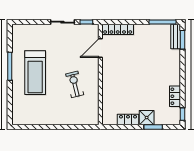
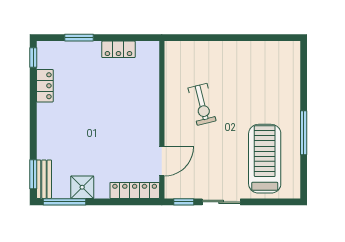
treadmill: (35, 73) -> (265, 159), moved
shower: (147, 118) -> (82, 187), moved

